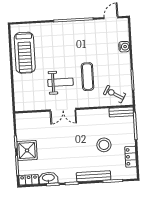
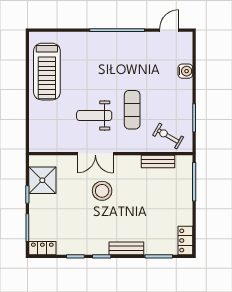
weight bench: (60, 82) -> (94, 115), turned 180
bench: (121, 112) -> (158, 162), moved
stool: (104, 145) -> (102, 191), moved
shower: (27, 150) -> (42, 180), moved
locker: (131, 157) -> (185, 240), moved
bench: (94, 176) -> (126, 248), width x0.73
washbasin: (48, 178) -> (70, 247), removed

